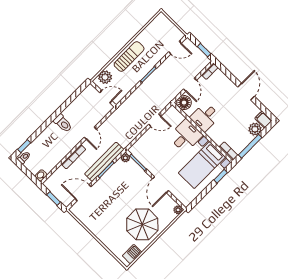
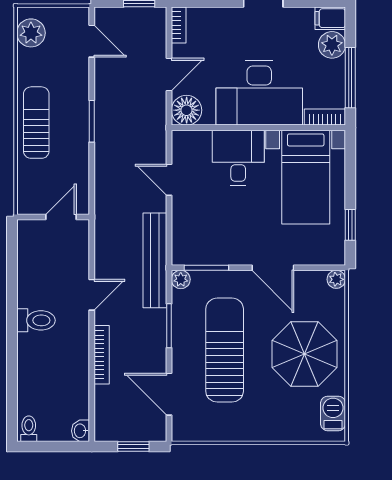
door: (175, 48) -> (92, 41), hinge flipped
plant: (105, 77) -> (31, 33), moved
door: (190, 85) -> (169, 75), hinge flipped
desk: (205, 117) -> (259, 93), width x1.87, depth x1.30
door: (155, 120) -> (169, 180), swing flipped
door: (90, 133) -> (92, 295), hinge flipped
window: (24, 146) -> (12, 412), removed
bench: (104, 162) -> (155, 260), moved
window: (221, 176) -> (350, 225), moved
door: (83, 193) -> (169, 394), hinge flipped
sun lounger: (117, 196) -> (225, 350), added

